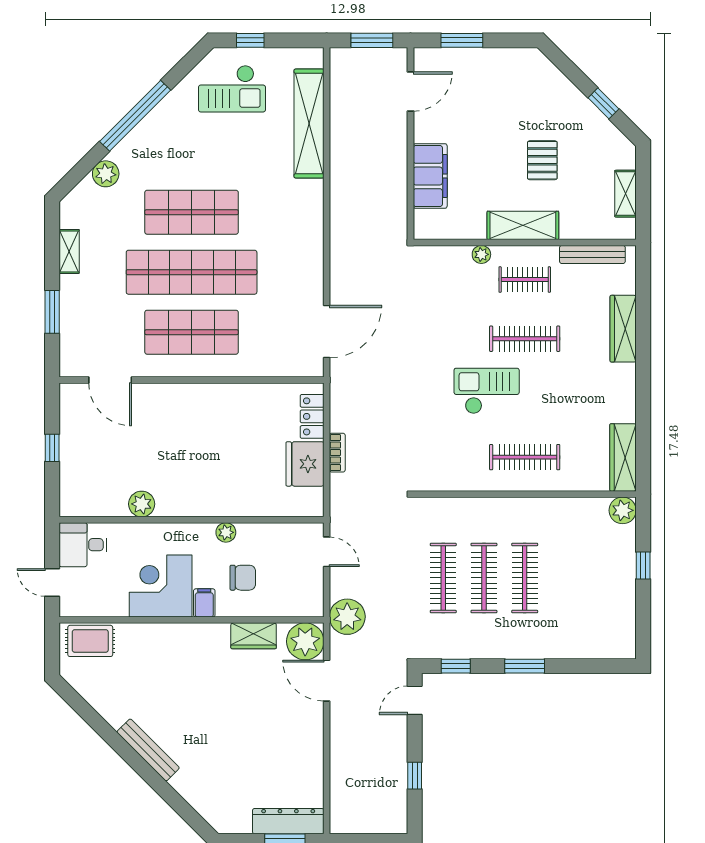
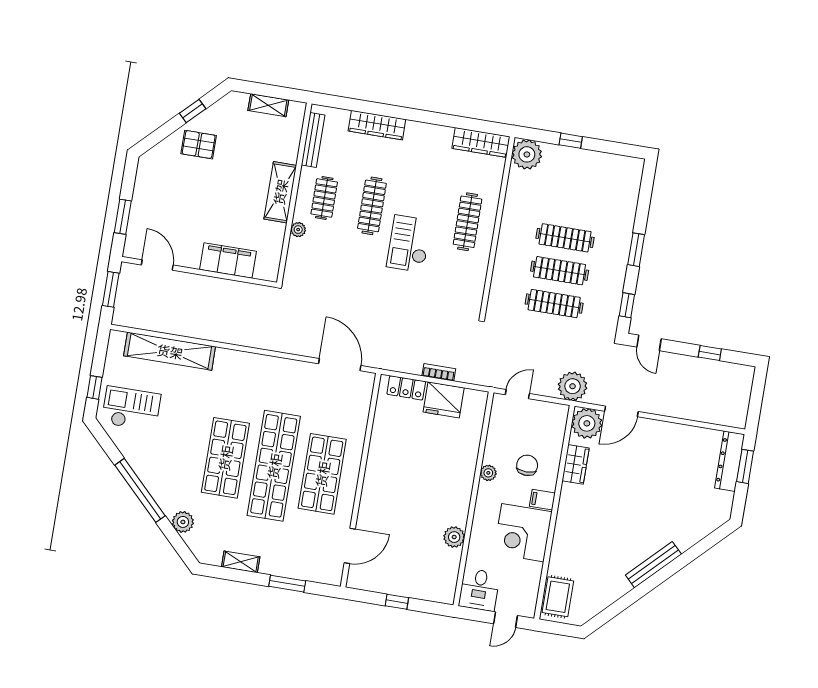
checkout: (232, 89) -> (131, 409), turned -90
pallet: (542, 160) -> (199, 145), moved
plant: (623, 510) -> (527, 154), width x1.36, depth x1.36

